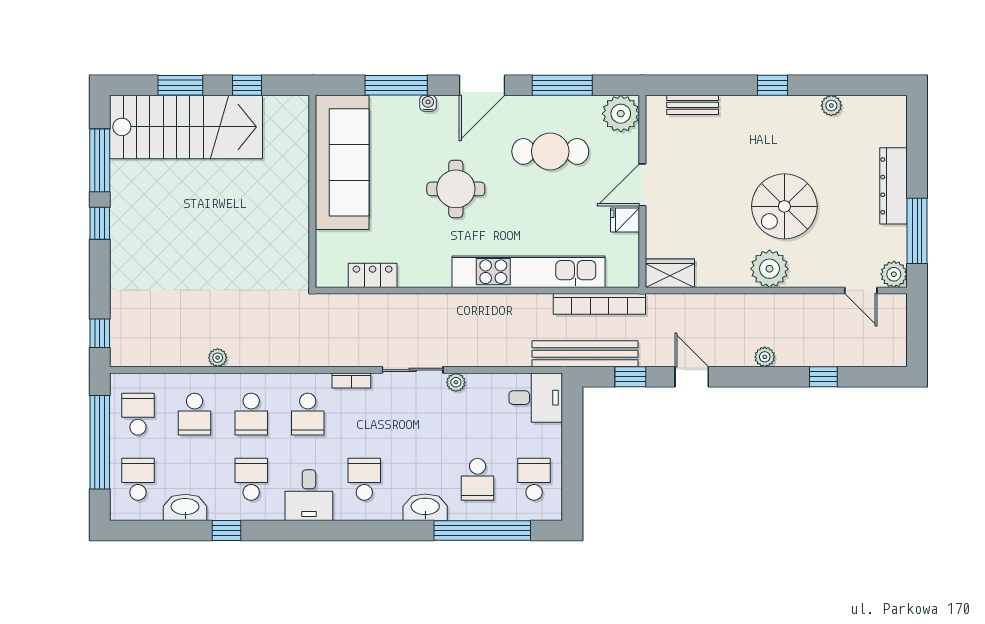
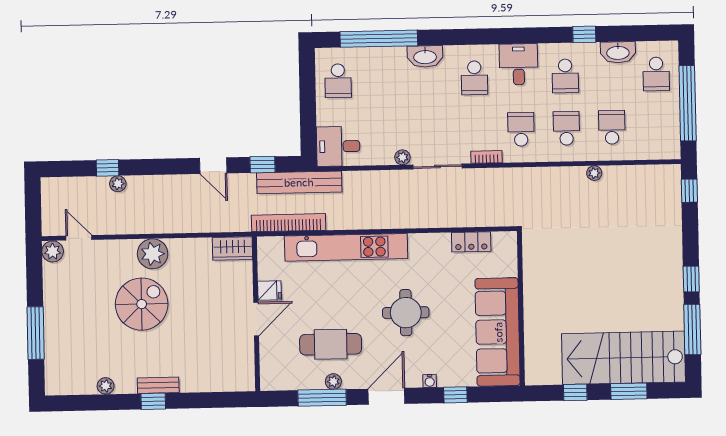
window: (396, 85) -> (455, 395), width x0.46
bench: (693, 105) -> (158, 385), moved
plant: (621, 114) -> (333, 382), moved, width x0.53, depth x0.53
dresser: (893, 186) -> (54, 322), removed
window: (917, 231) -> (36, 333), moved
plant: (765, 357) -> (118, 184), moved
school desk: (138, 414) -> (657, 126), removed
school desk: (478, 479) -> (383, 80), removed

